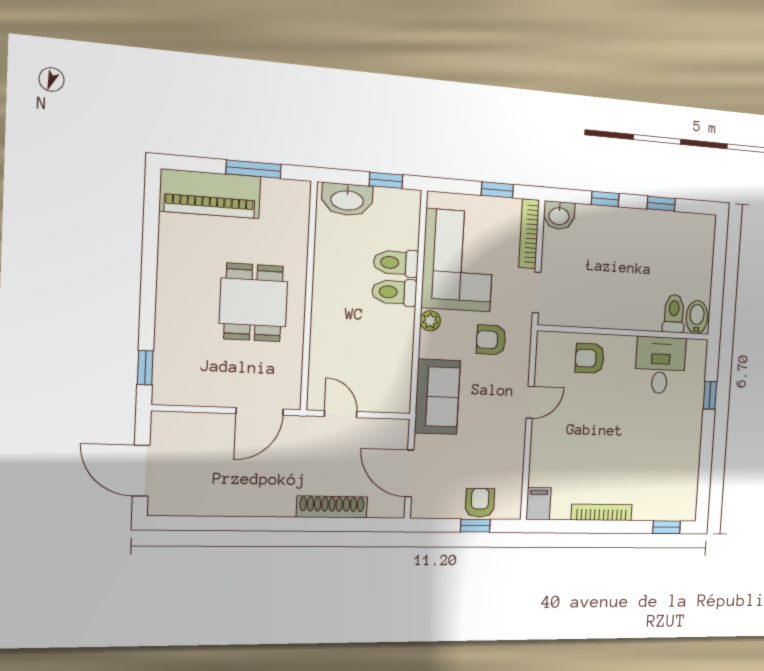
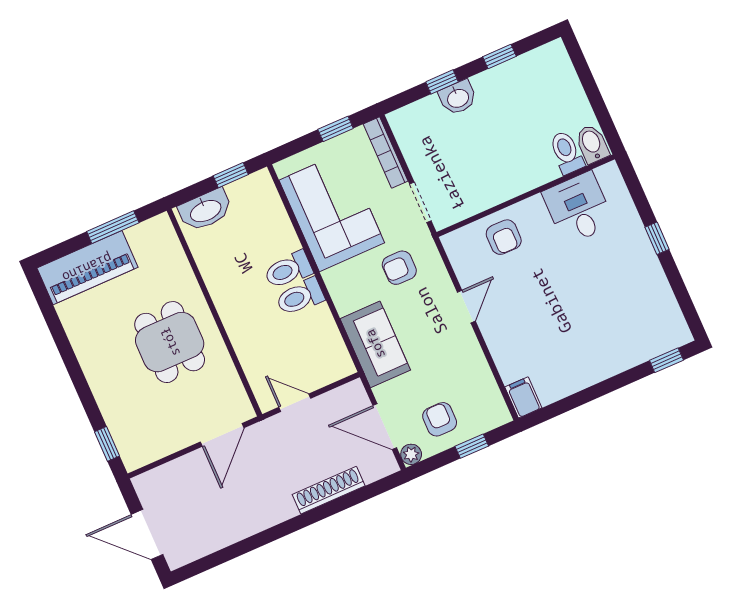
washbasin: (559, 215) -> (458, 98), moved
toilet: (396, 263) -> (300, 297), moved
plant: (430, 321) -> (411, 454), moved
armchair: (590, 358) -> (504, 237), turned -90
window: (710, 395) -> (657, 238), moved
armchair: (480, 503) -> (440, 419), moved
bookcase: (602, 512) -> (591, 377), removed

